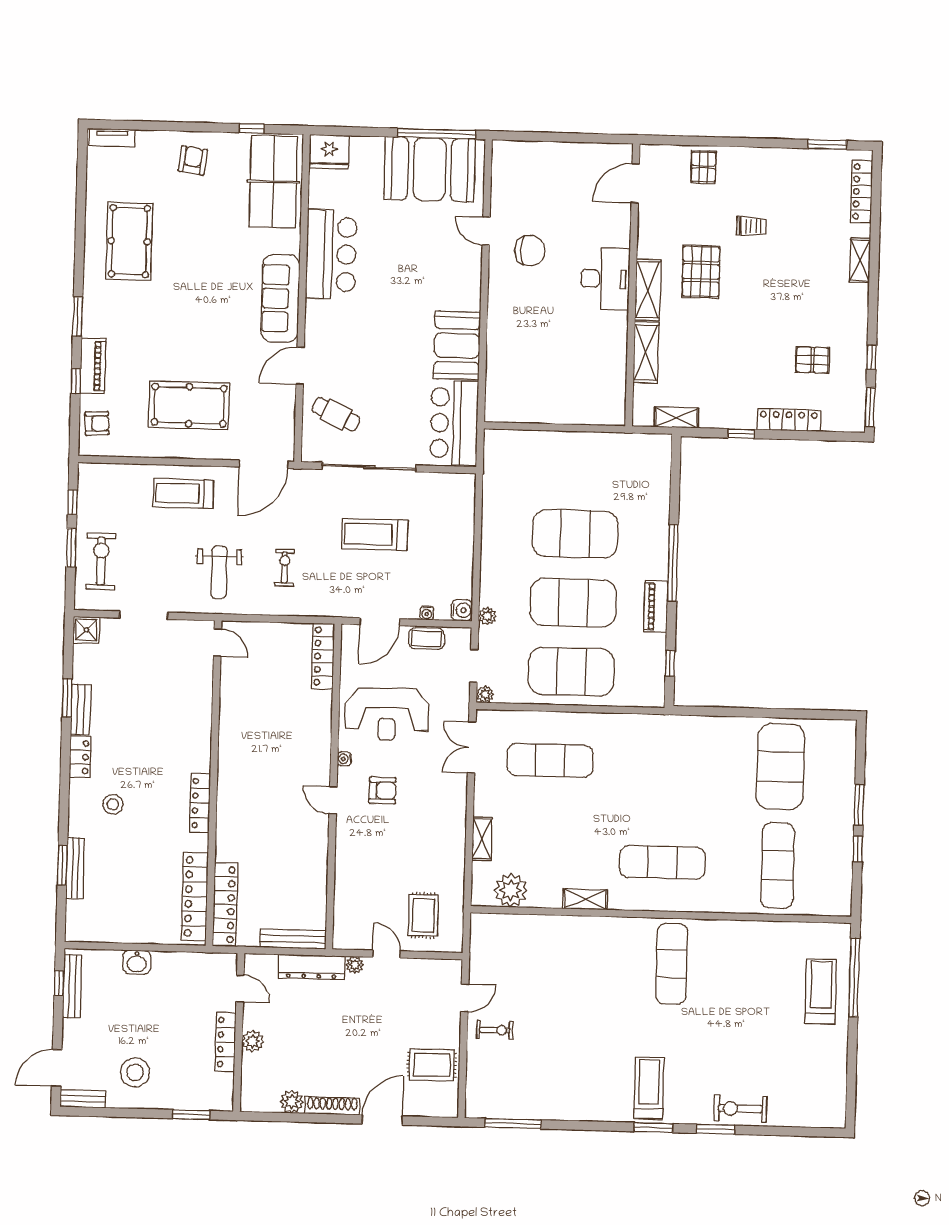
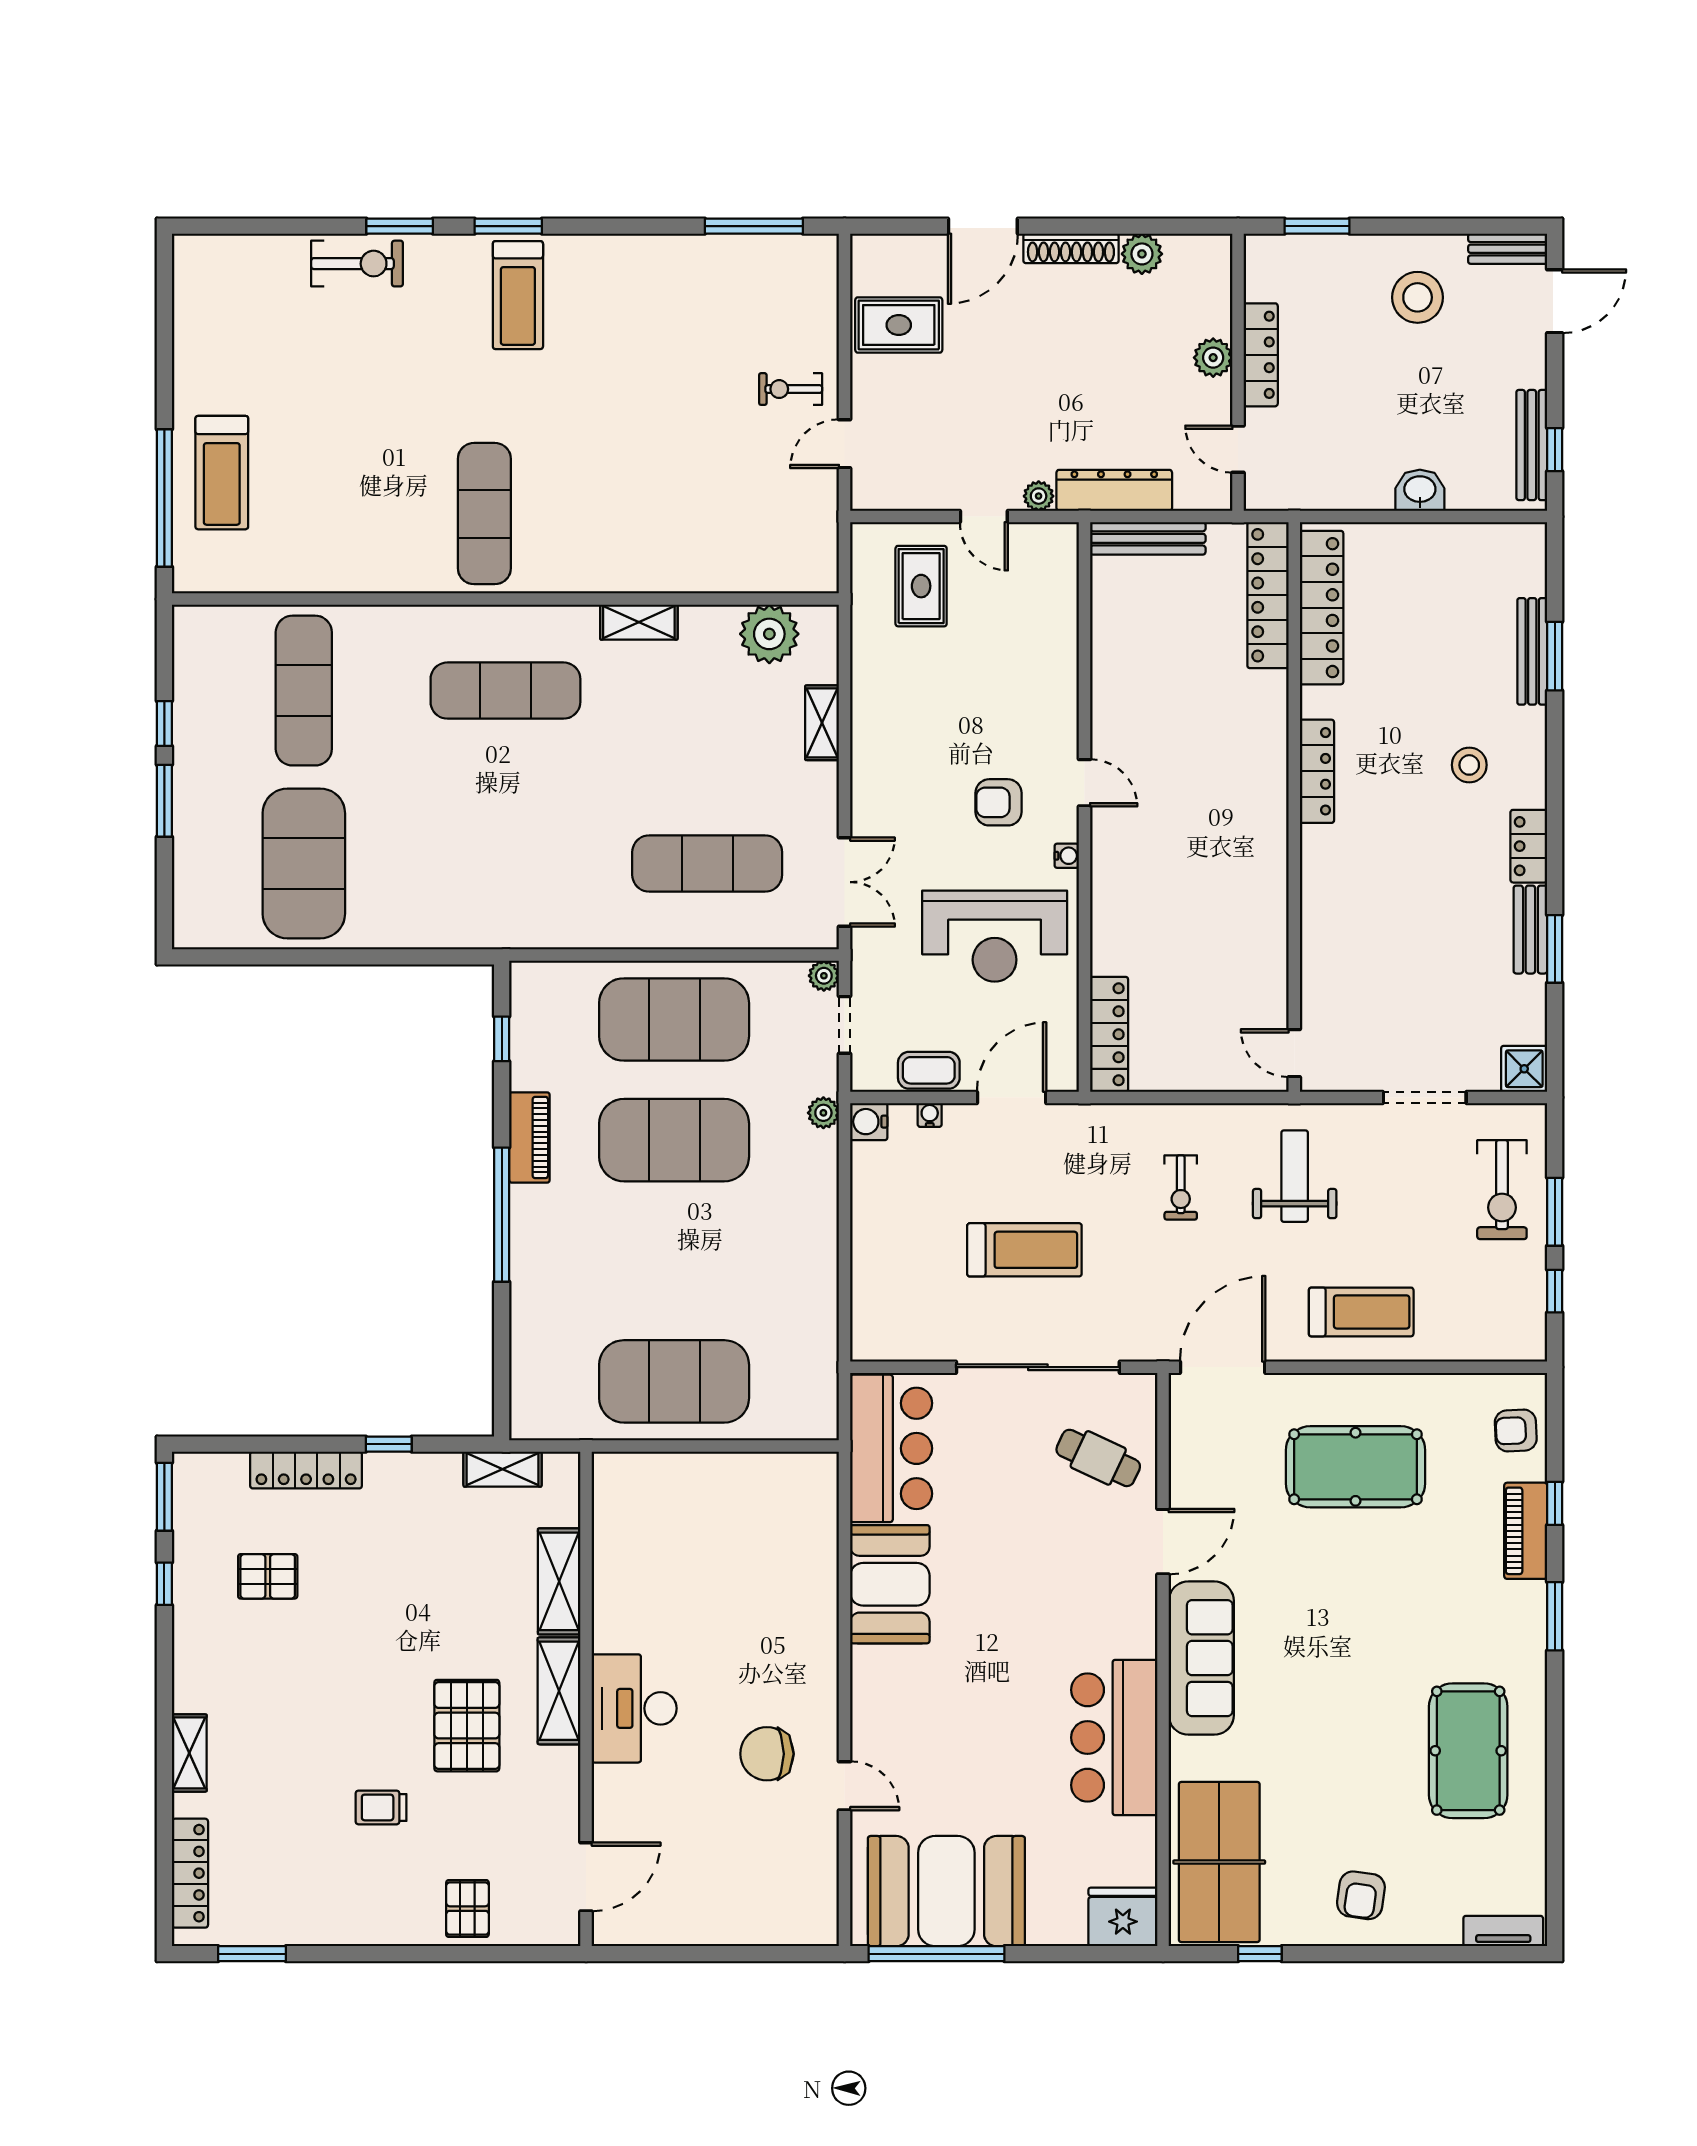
exercise mat: (575, 534) -> (674, 1381), moved
reception desk: (387, 714) -> (995, 936), turned 180

